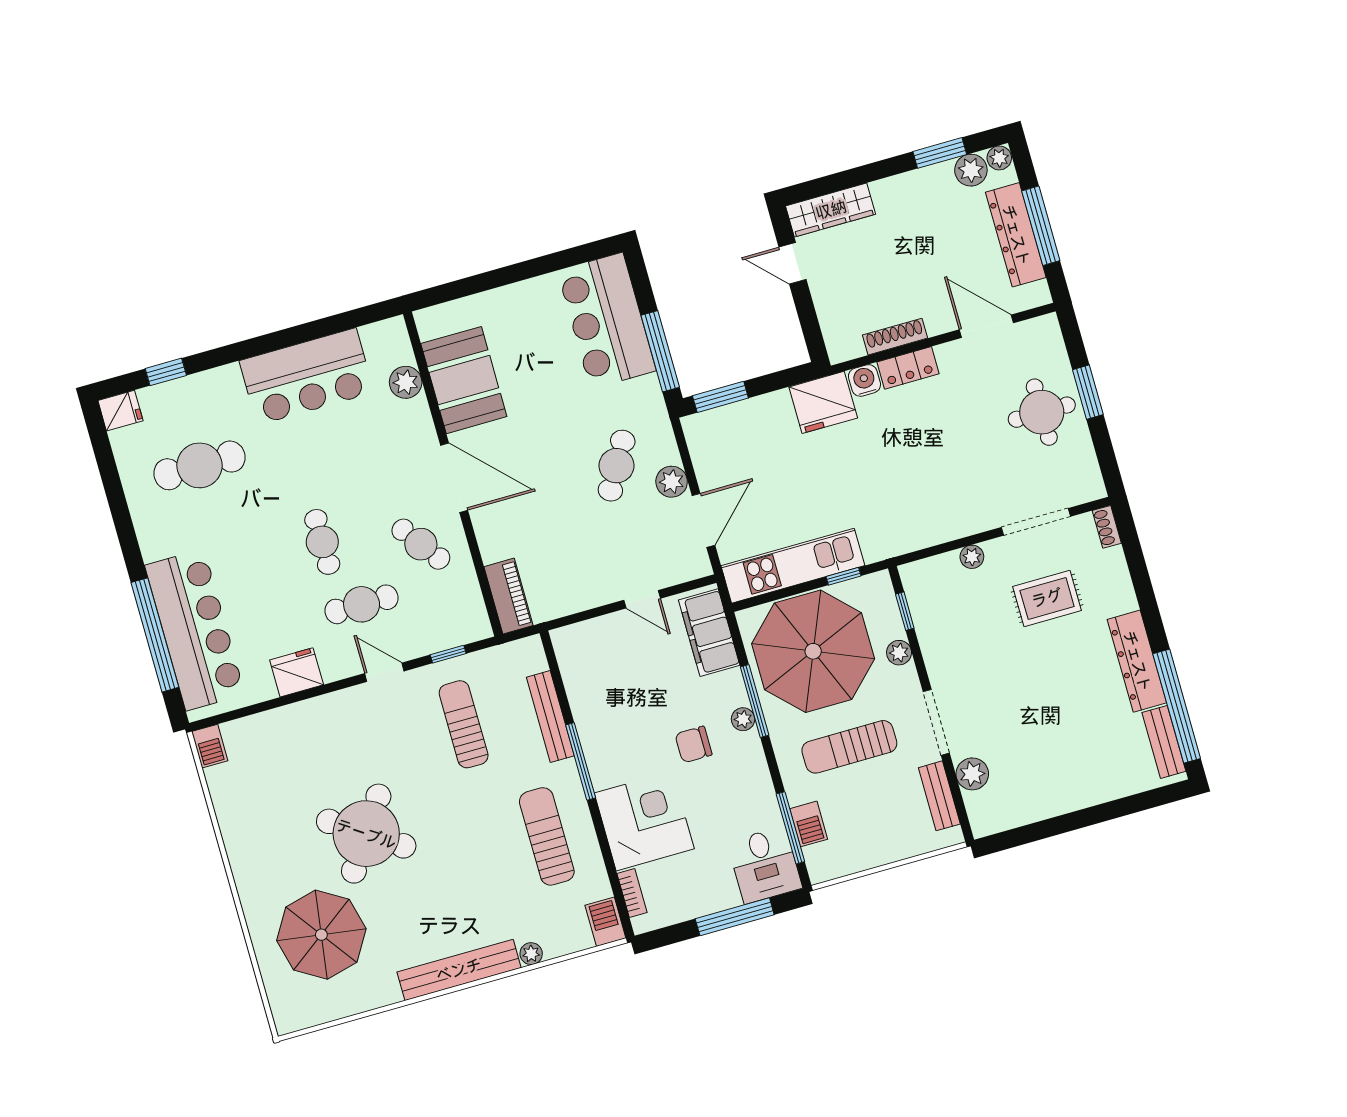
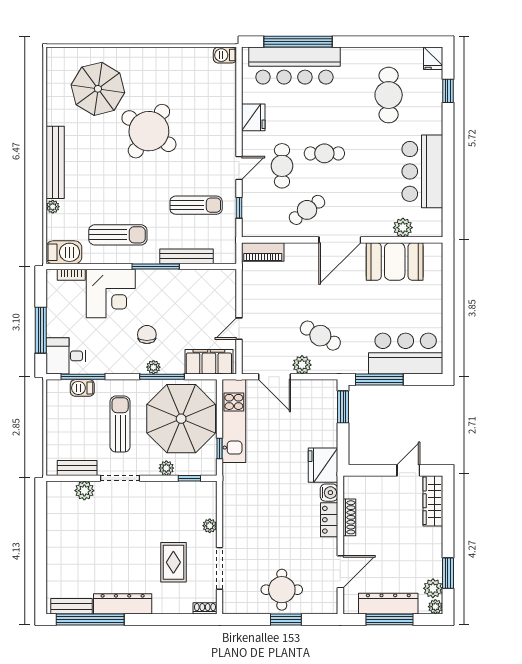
barbecue: (605, 922) -> (64, 252), width x1.38, depth x1.27

